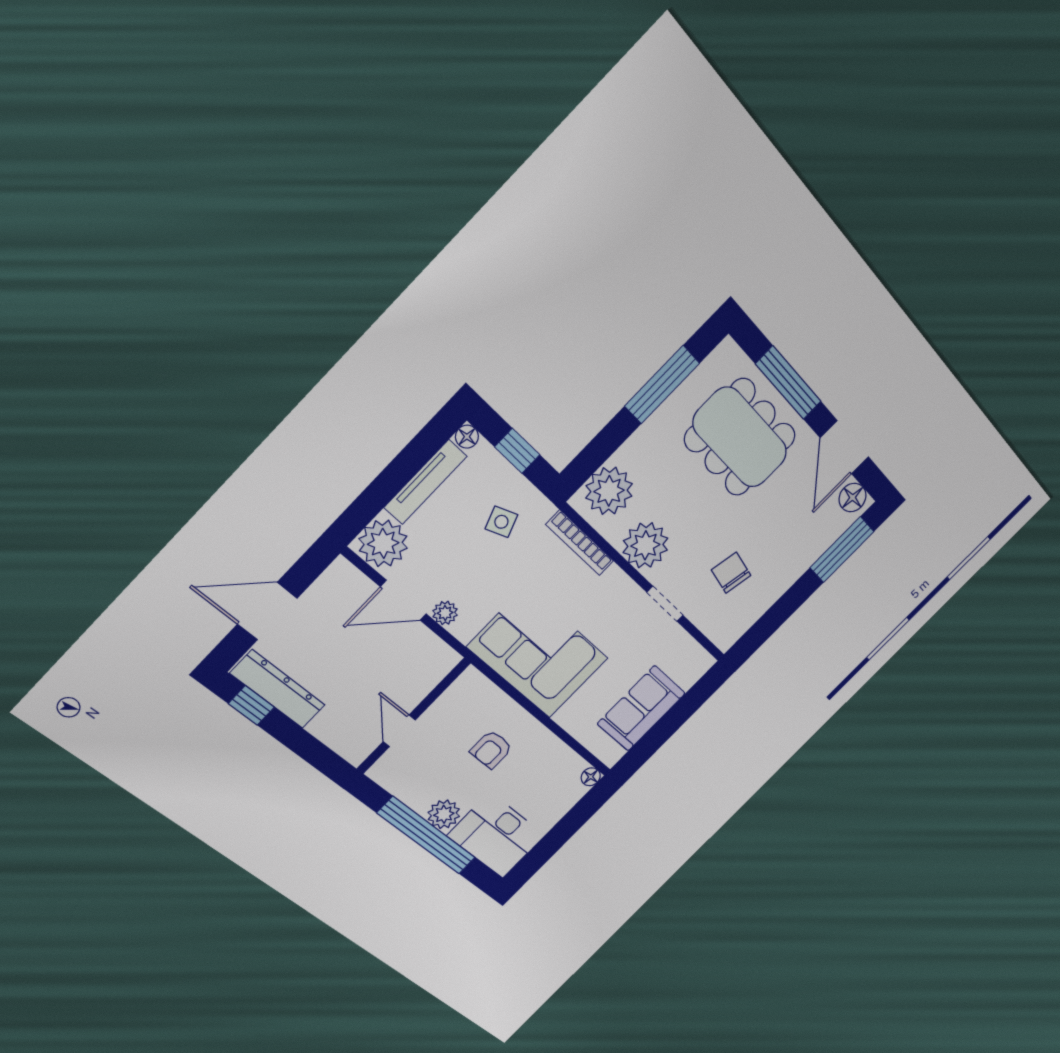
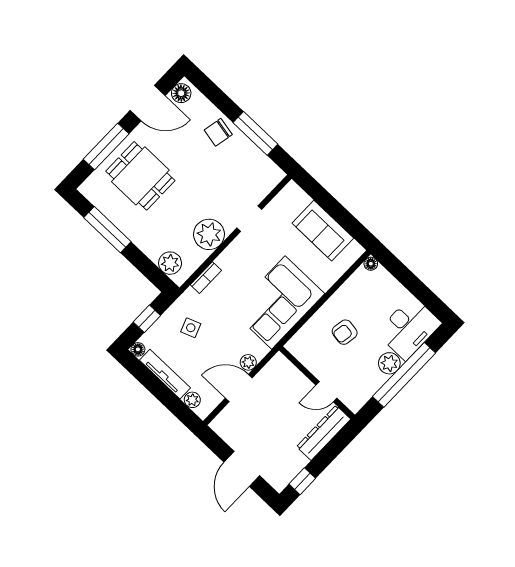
dining table: (740, 438) -> (140, 176), width x0.73
plant: (609, 491) -> (170, 263), width x0.73, depth x0.73
plant: (383, 543) -> (192, 400), width x0.53, depth x0.53
bookcase: (580, 543) -> (206, 278), width x0.64
window: (842, 550) -> (255, 133), moved
chair: (731, 573) -> (218, 132), moved
door: (403, 600) -> (239, 388), swing flipped
dresser: (278, 689) -> (324, 433), moved
armchair: (491, 749) -> (345, 332), turned 99

